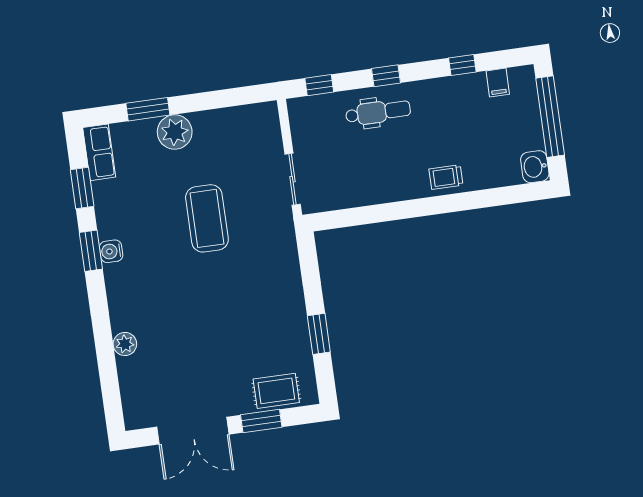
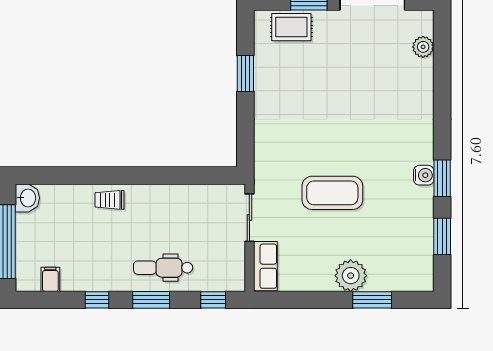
window: (462, 65) -> (97, 300), moved
window: (386, 76) -> (151, 300), width x1.50
row of seats: (99, 152) -> (265, 266), moved, turned 180
trolley: (446, 177) -> (110, 200), turned 180
coffee table: (207, 218) -> (332, 193), turned 90
plant: (125, 344) -> (423, 47), moved

